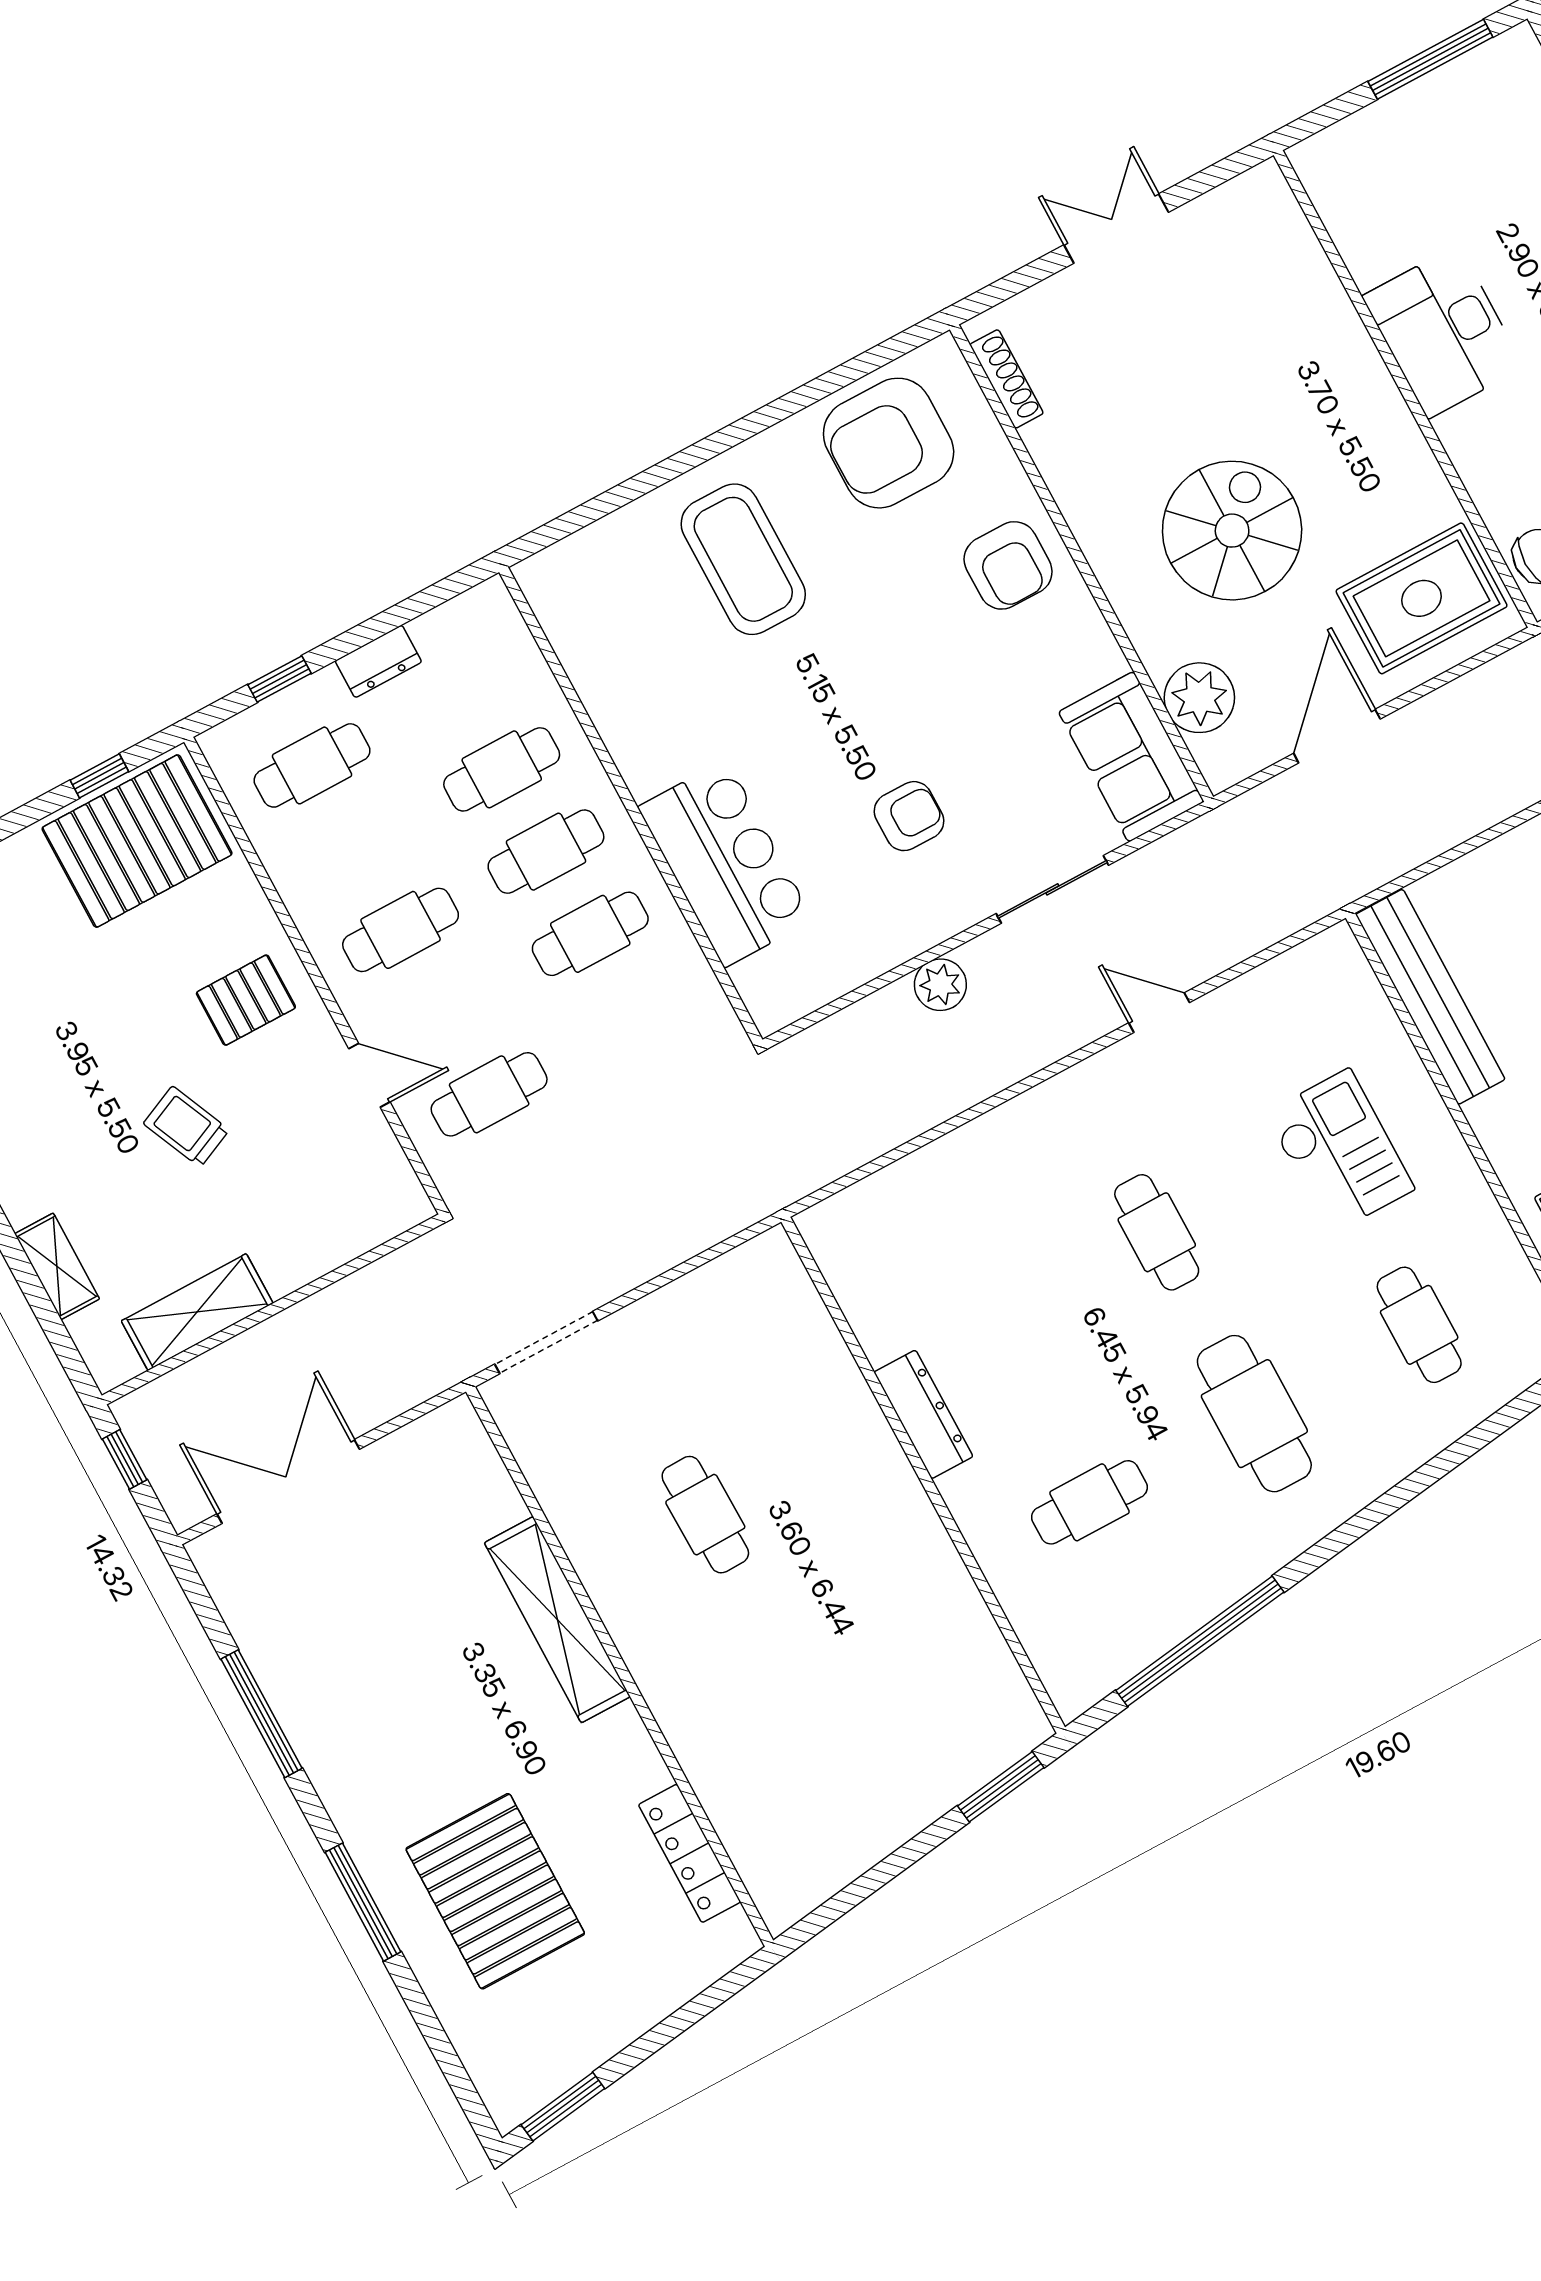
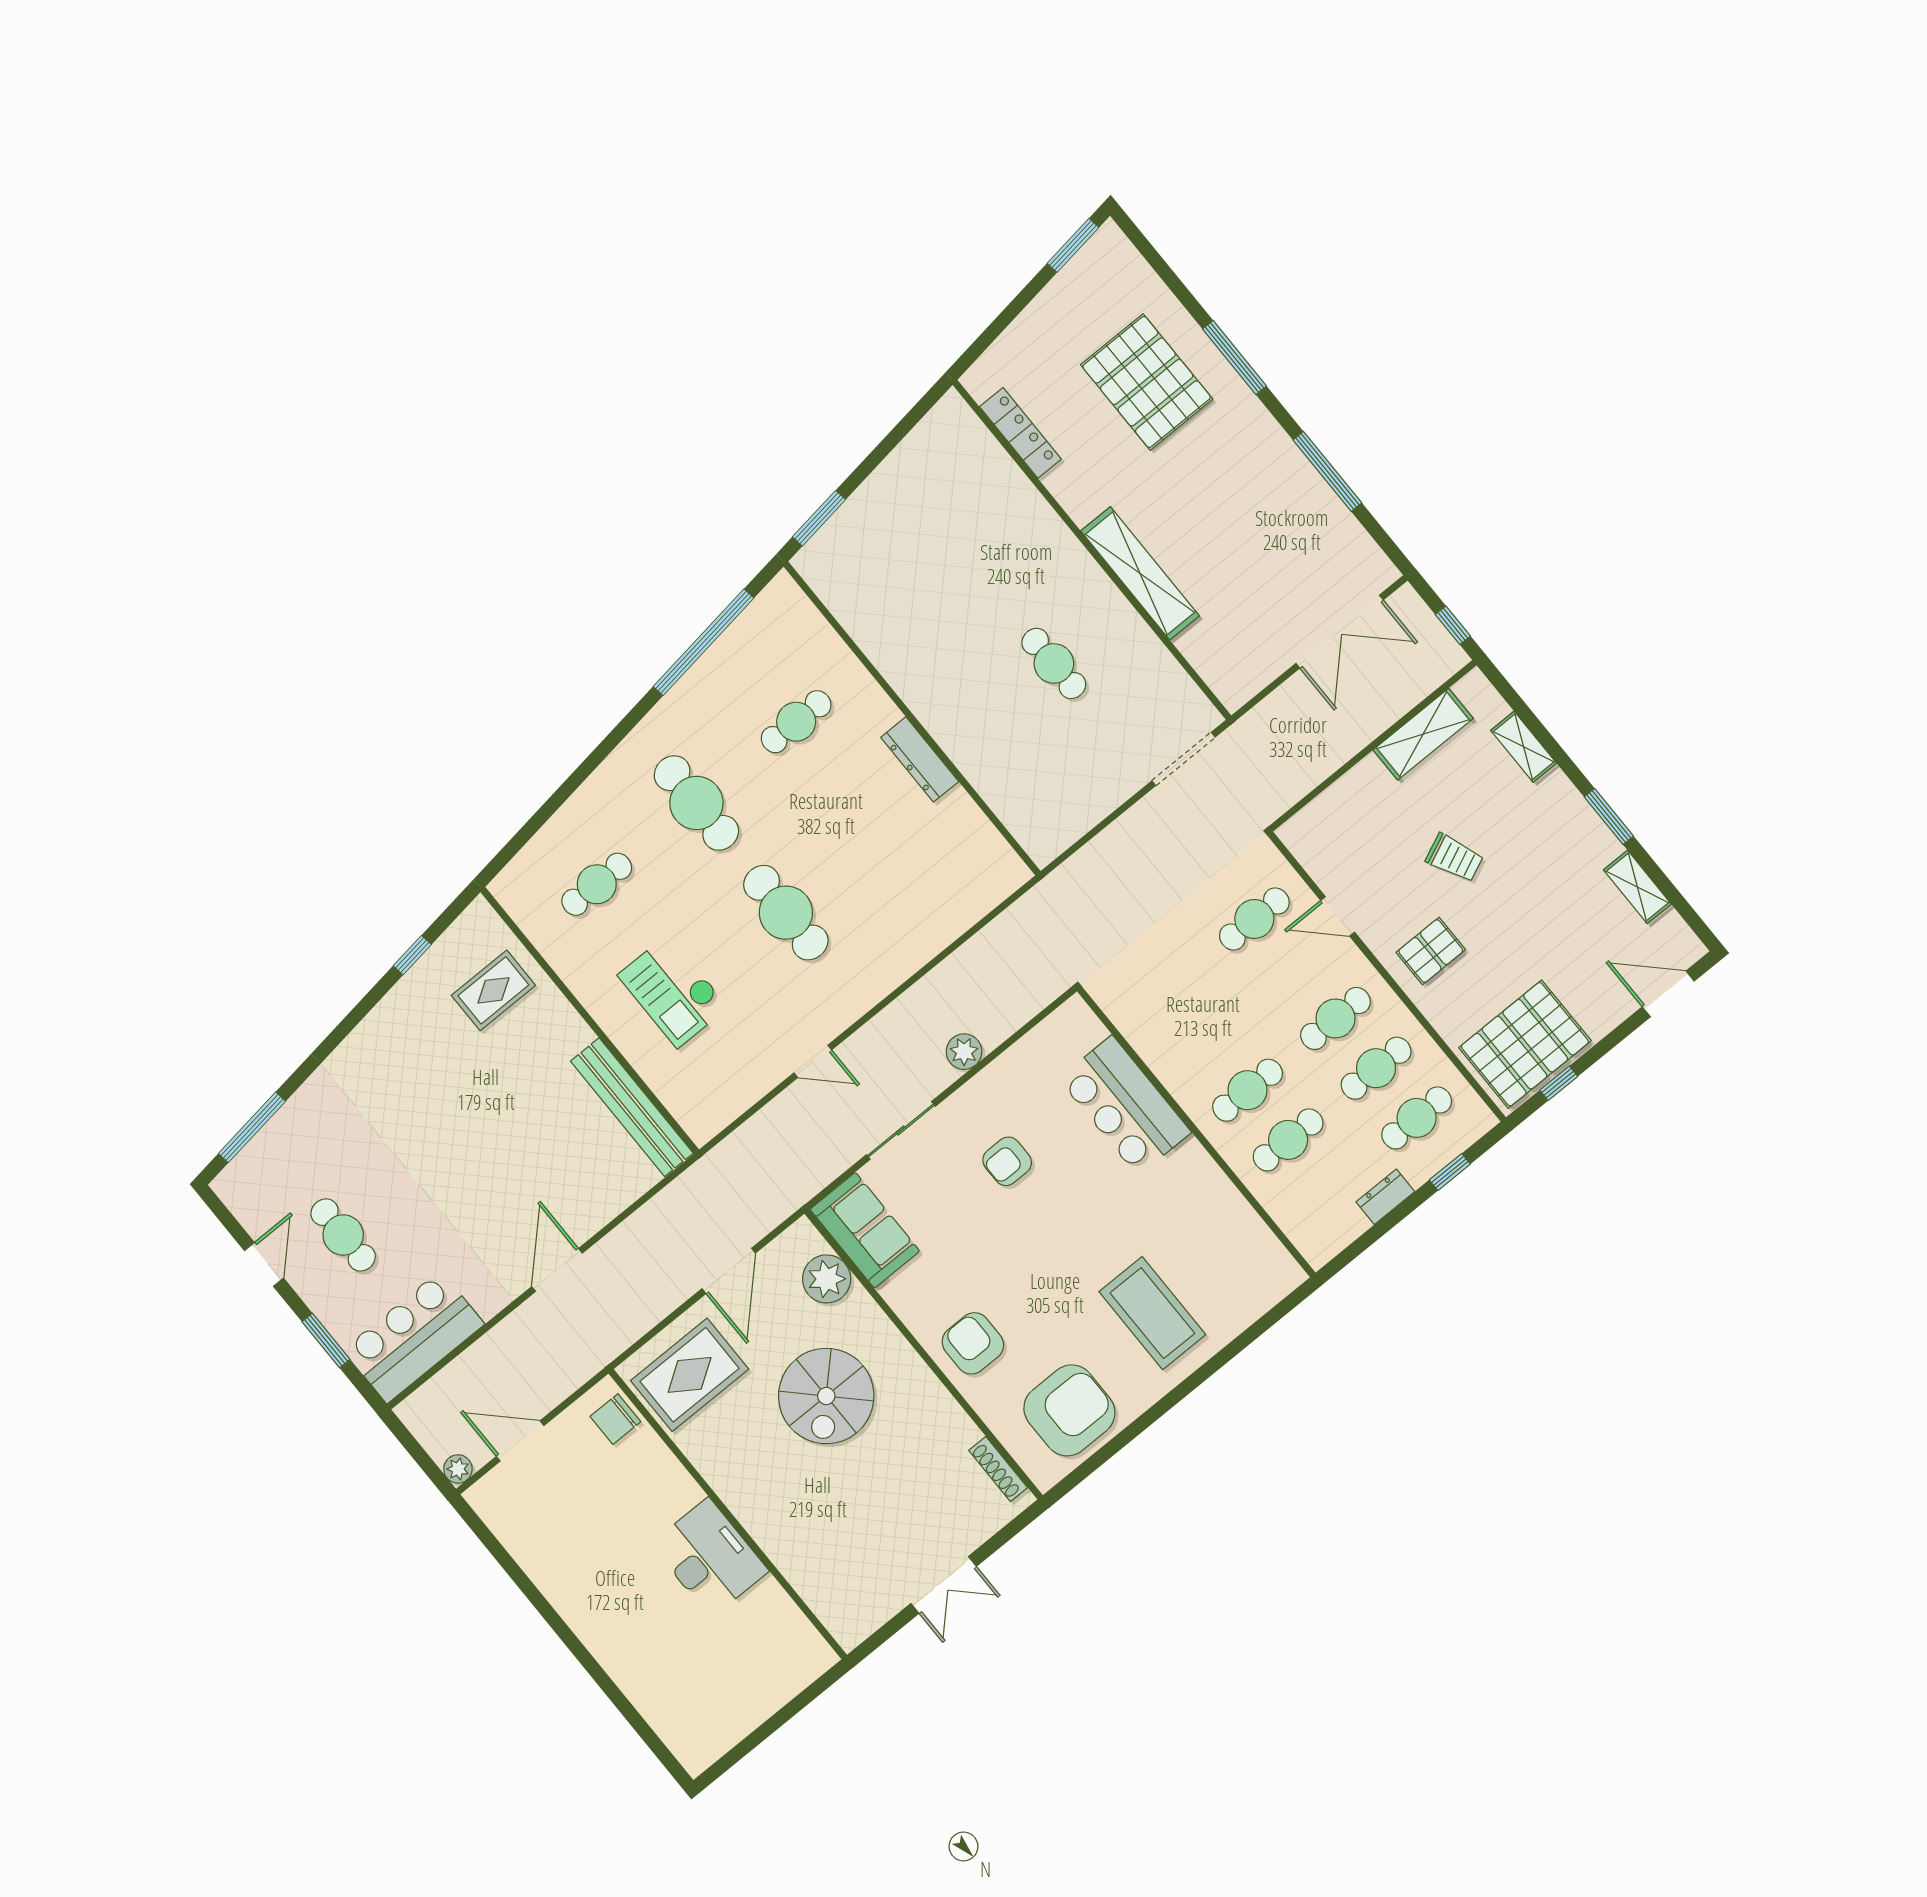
window: (1430, 59) -> (754, 1740), removed
cafe table: (590, 934) -> (1376, 1068), moved
cafe table: (1157, 1232) -> (786, 913), width x1.37, depth x1.35
cafe table: (1419, 1325) -> (597, 884), turned 90

